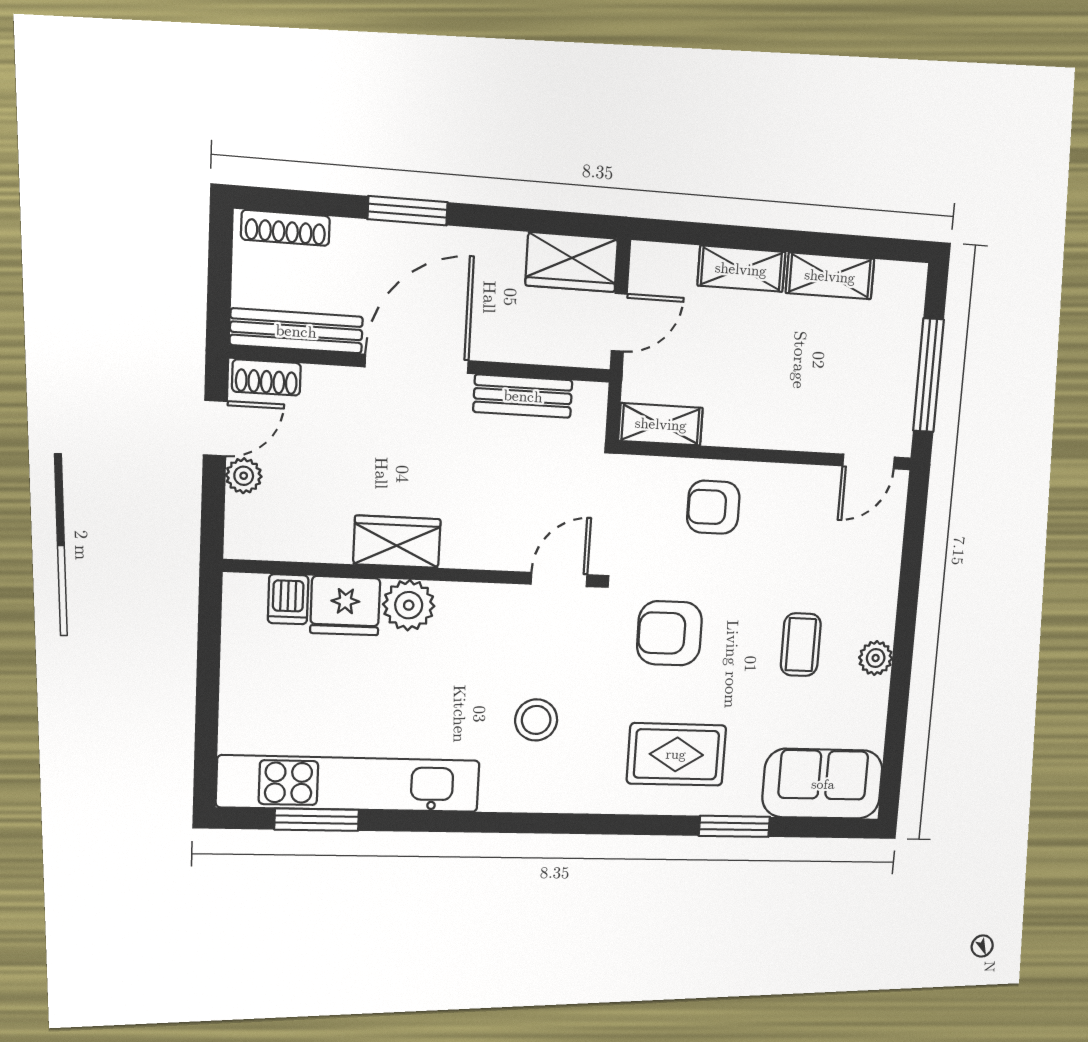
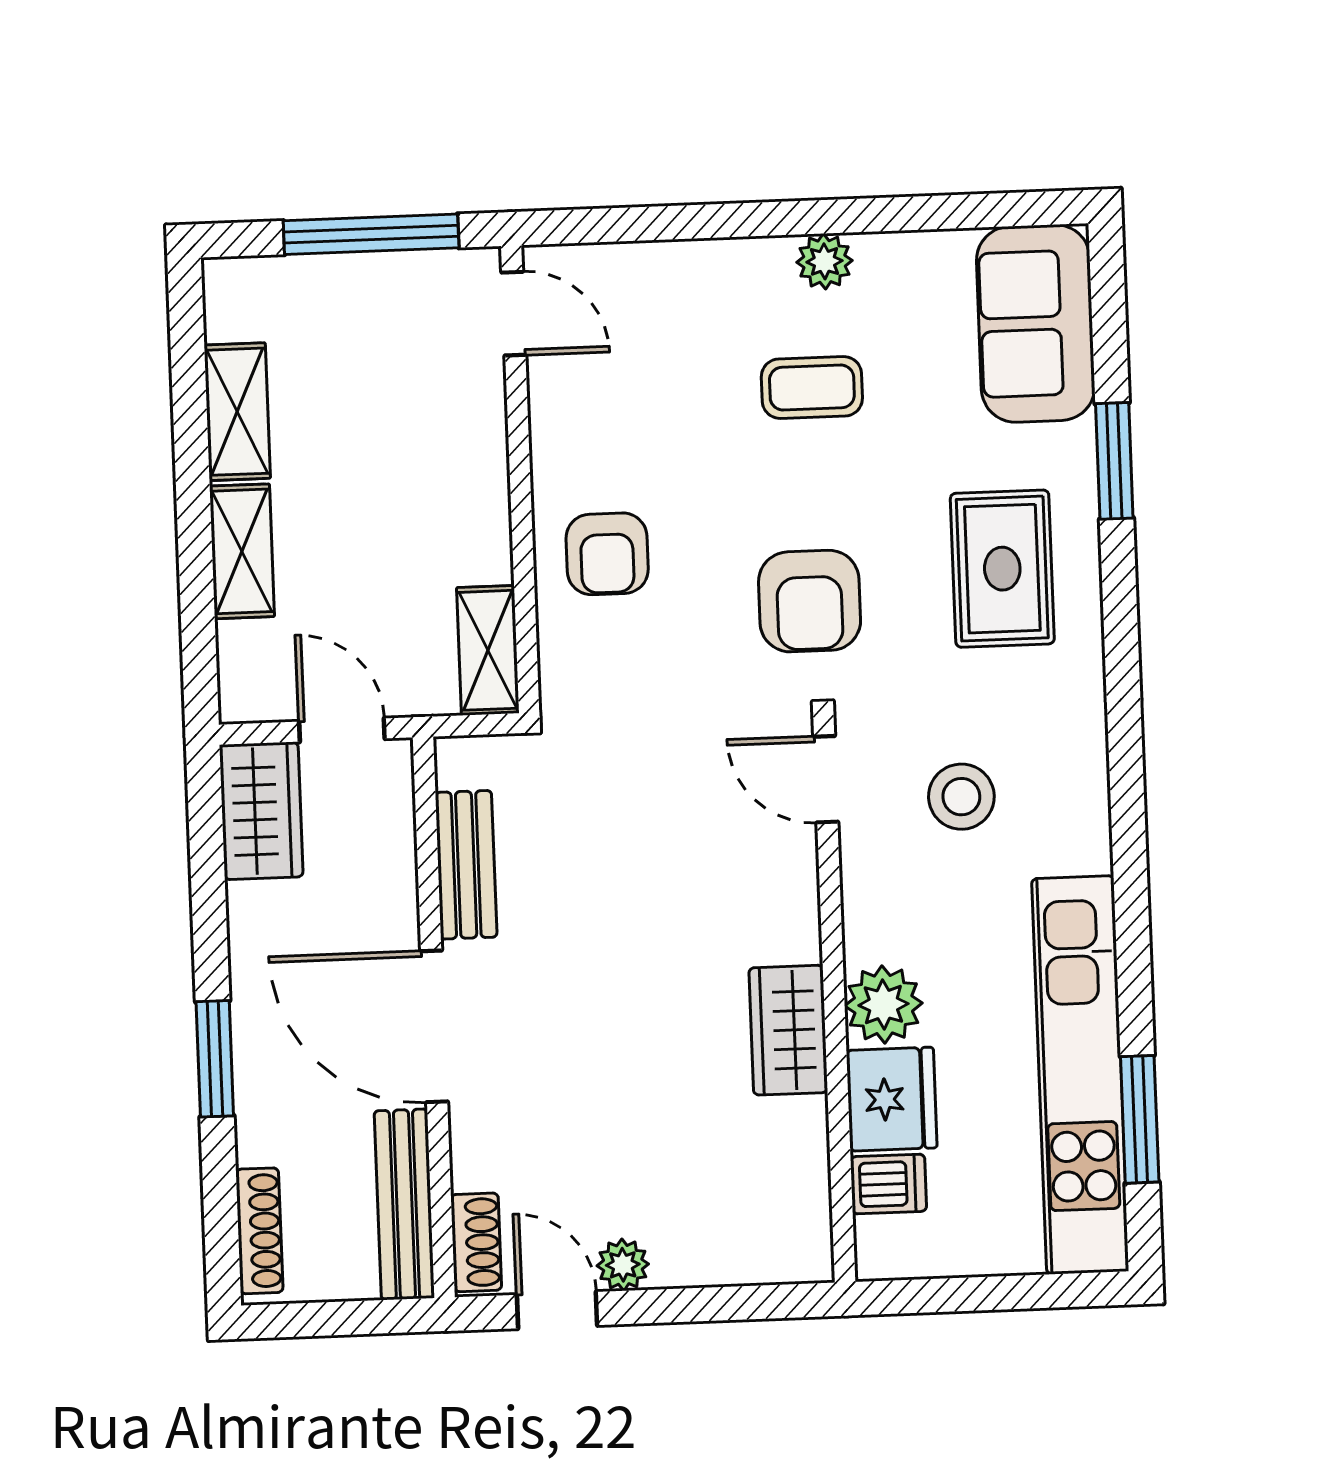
wardrobe: (397, 542) -> (788, 1030), moved
wall: (413, 573) -> (834, 1002), moved
door: (559, 579) -> (826, 779), moved
dishwasher: (288, 599) -> (888, 1184), moved
plant: (409, 605) -> (883, 1004), moved
fridge: (345, 606) -> (892, 1099), moved

